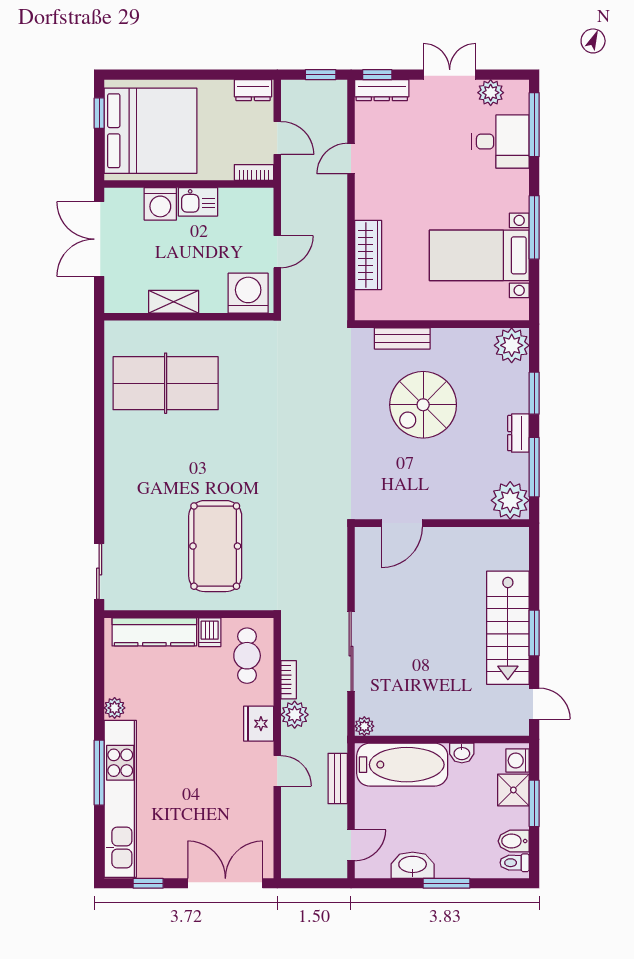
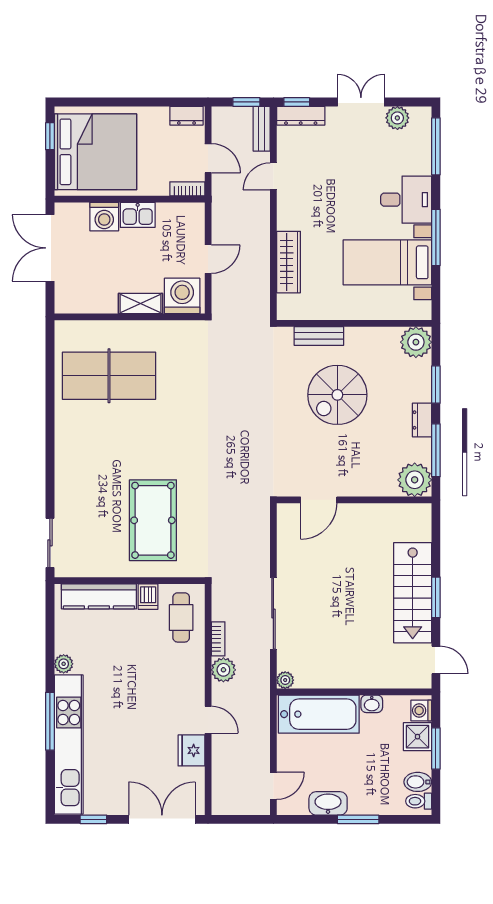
desk: (501, 142) -> (406, 200), moved
shelving: (174, 302) -> (141, 303), moved
fridge: (259, 724) -> (191, 750), moved
bench: (338, 778) -> (262, 129), moved

